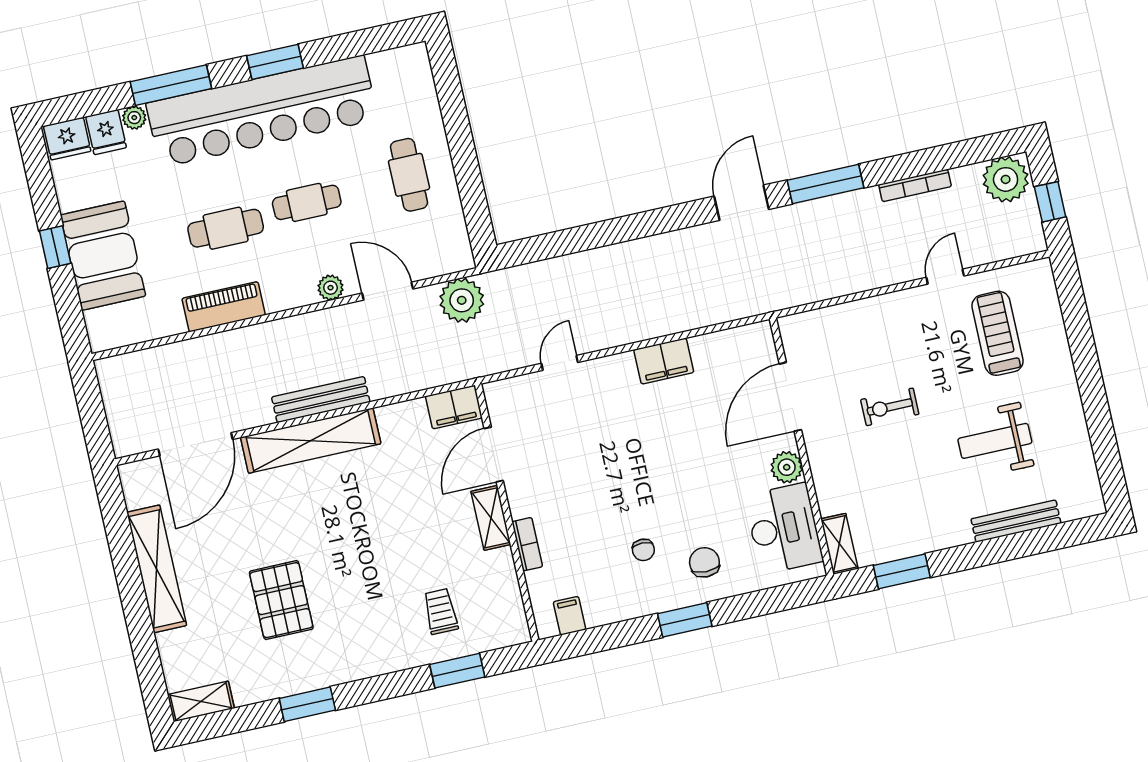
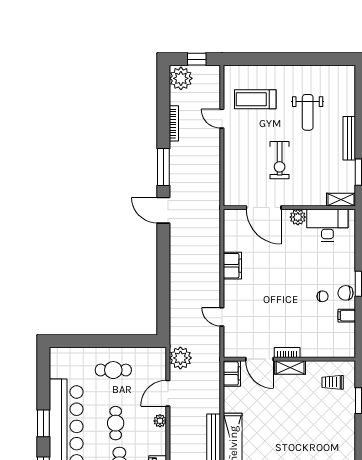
exercise bike: (890, 407) -> (280, 160), width x1.38, depth x1.39
bench: (1016, 521) -> (349, 138), moved
bookcase: (527, 544) -> (287, 353), moved
chair: (704, 562) -> (346, 293), moved
trolley: (441, 611) -> (333, 382), moved
filing cabinet: (569, 616) -> (347, 316), moved

